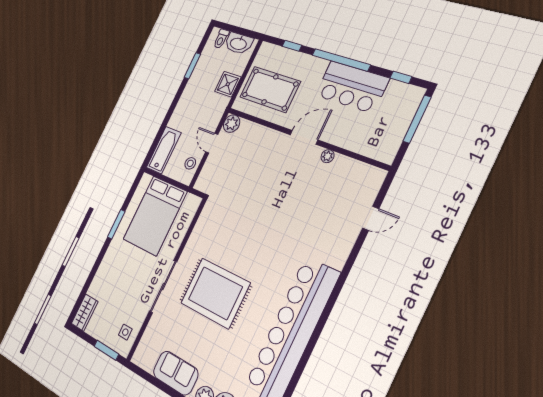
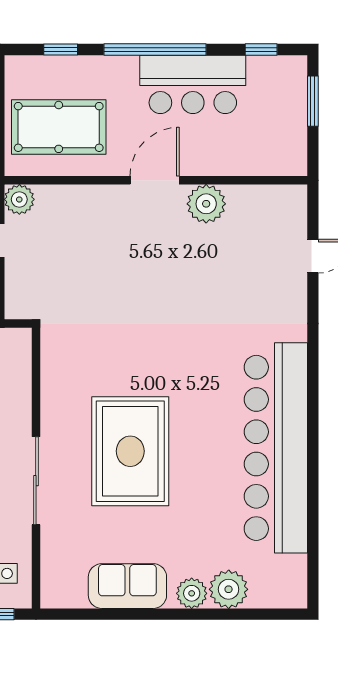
window: (417, 119) -> (313, 101), width x0.69
plant: (328, 156) -> (206, 204), width x1.87, depth x1.87
rug: (215, 293) -> (130, 451), turned 90

